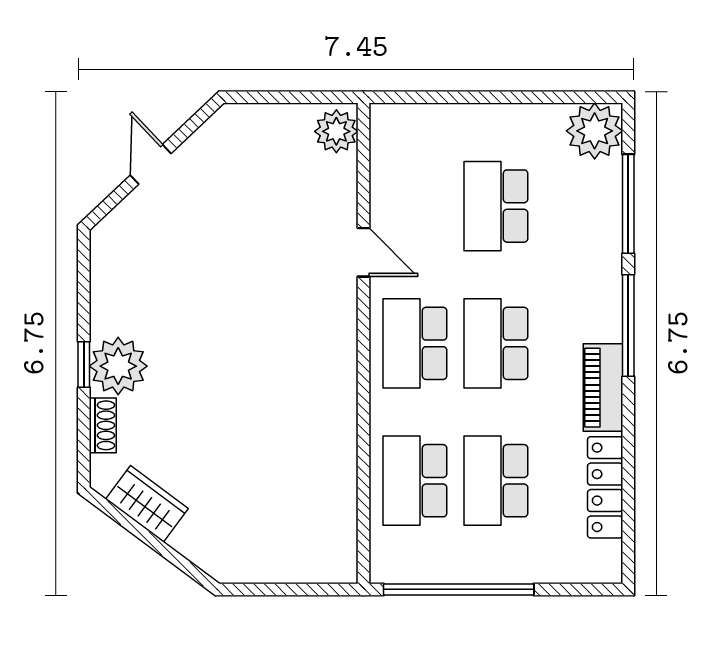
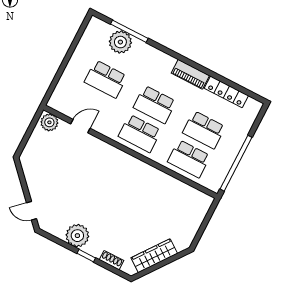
plant: (595, 131) -> (120, 42), moved
door: (151, 164) -> (32, 211), moved
door: (363, 252) -> (80, 126), moved
window: (628, 326) -> (173, 54), removed
plant: (118, 366) -> (77, 236), moved
wardrobe: (147, 504) -> (154, 256), width x1.50

